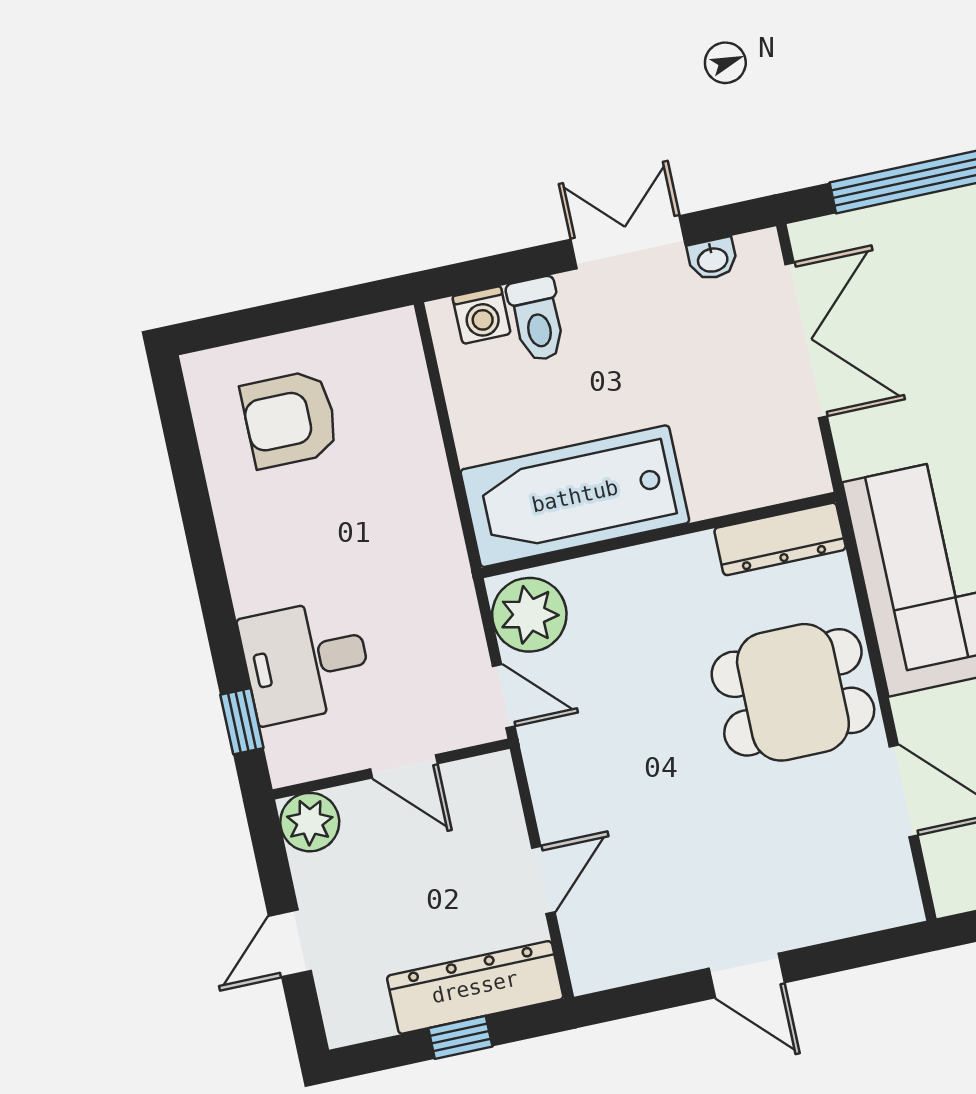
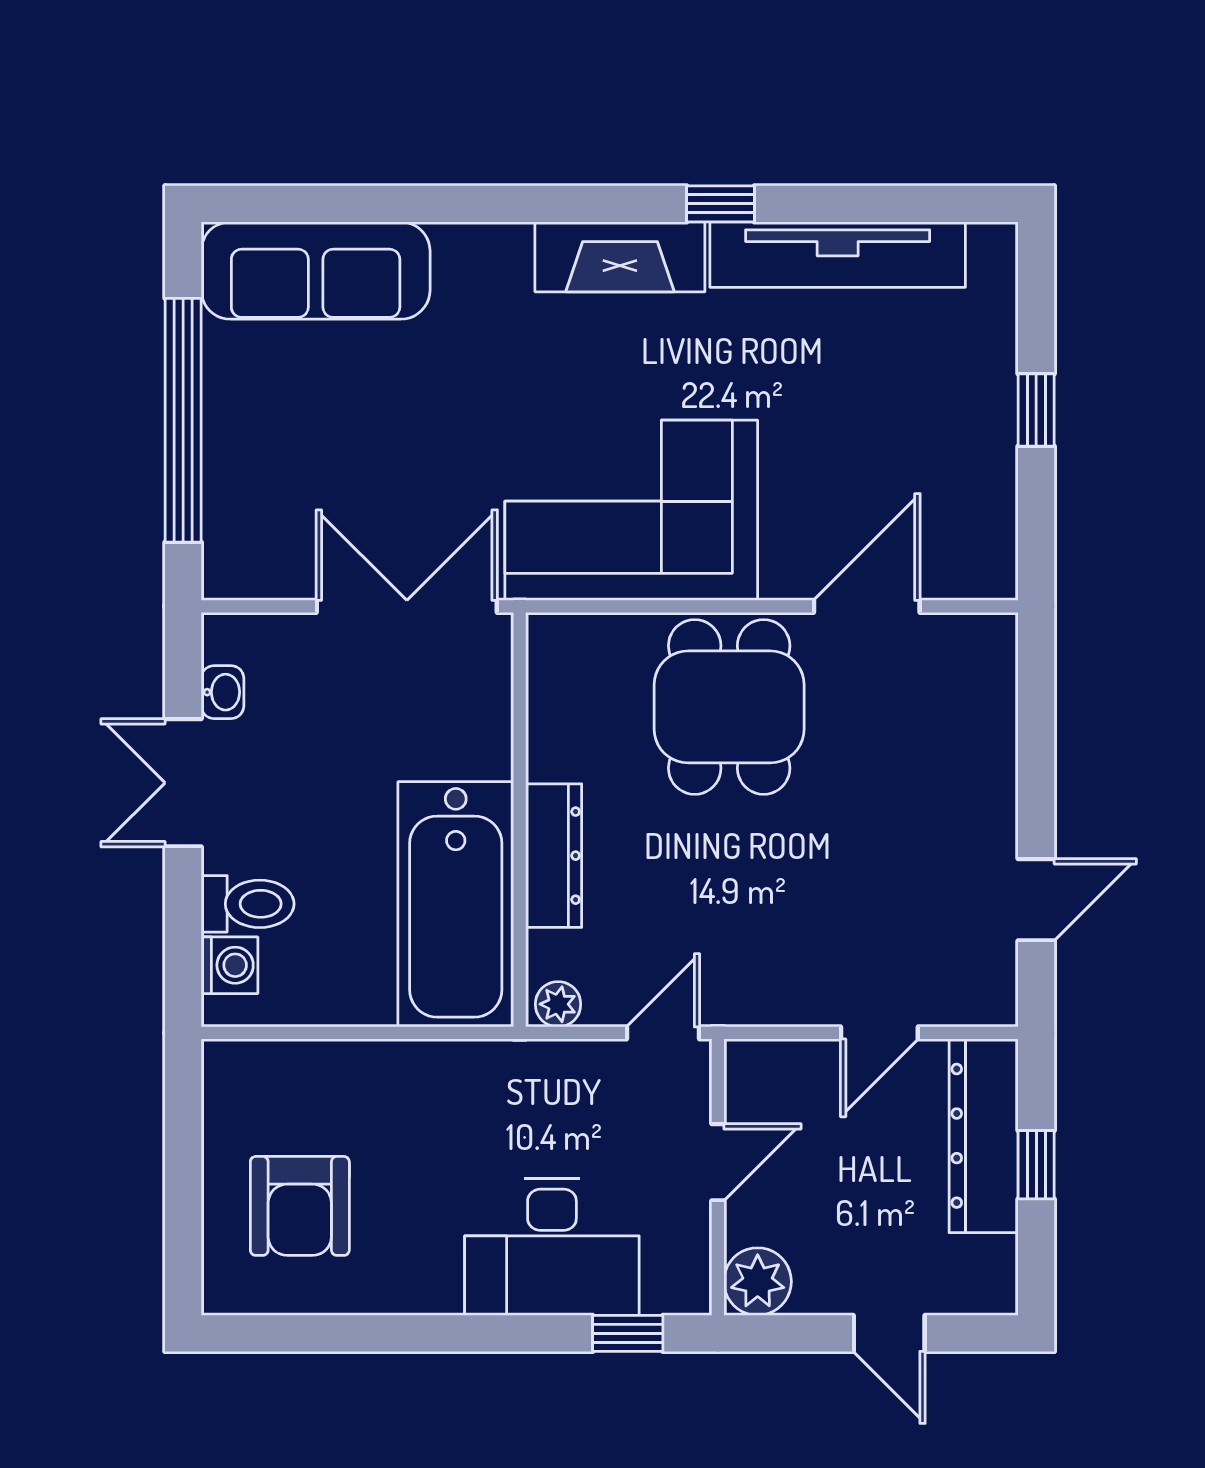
double door: (806, 340) -> (407, 606), moved
dresser: (780, 539) -> (554, 856), moved
plant: (529, 615) -> (558, 1004), width x0.53, depth x0.53
desk: (306, 661) -> (552, 1247), width x1.37
door: (543, 880) -> (879, 1033), swing flipped
door: (747, 975) -> (1036, 900), moved

